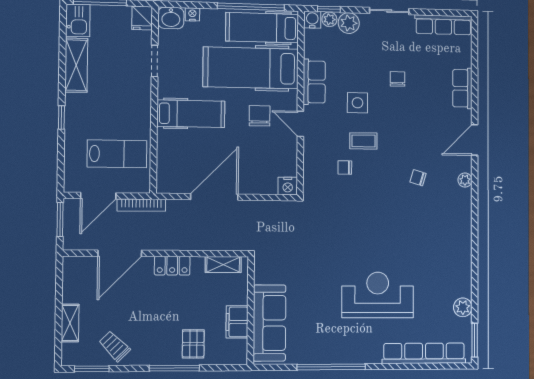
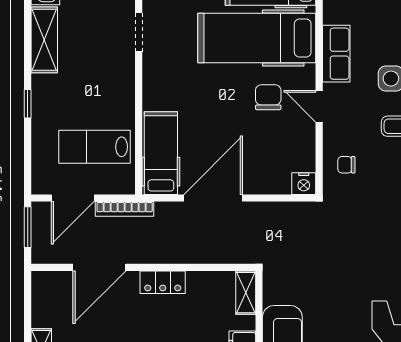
hospital bed: (191, 114) -> (161, 153), moved, turned -90
lab bench: (117, 154) -> (95, 147), turned 180
chair: (345, 167) -> (346, 165), moved
shelving: (223, 265) -> (246, 293), moved, turned 90

